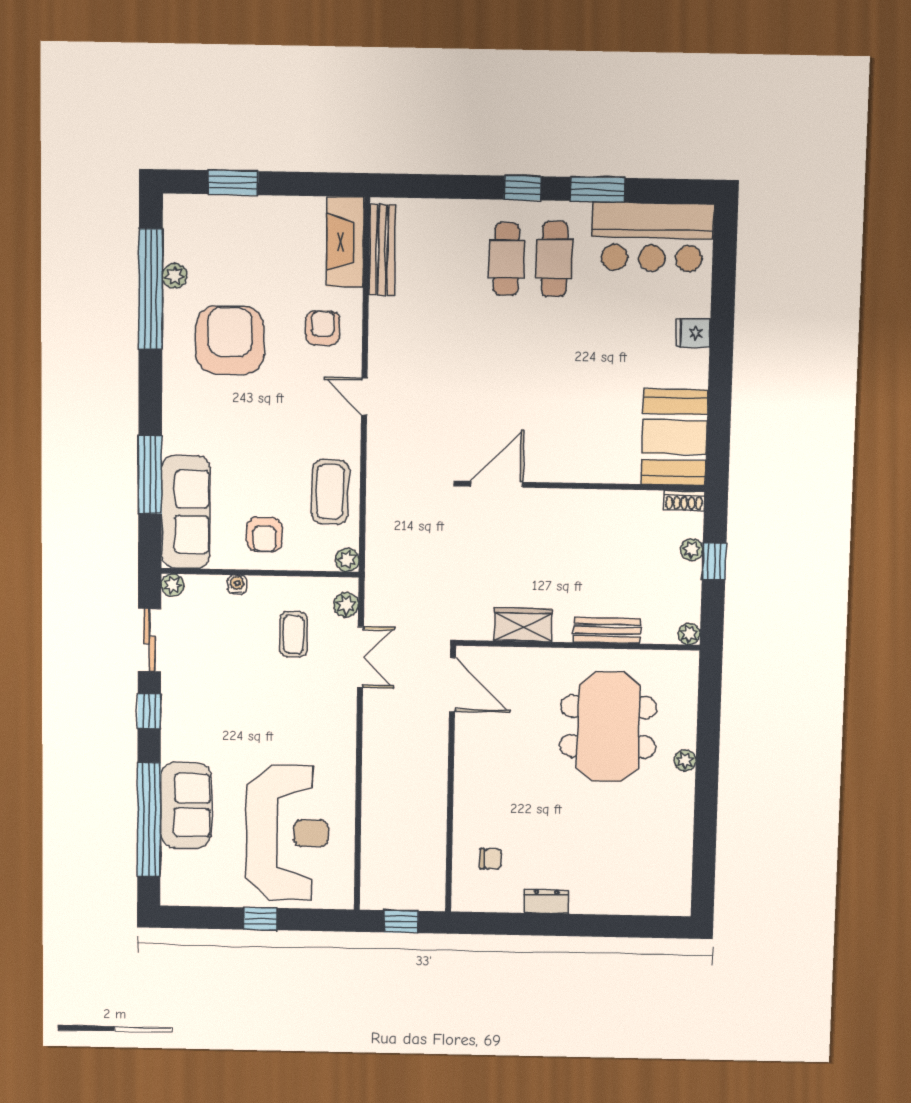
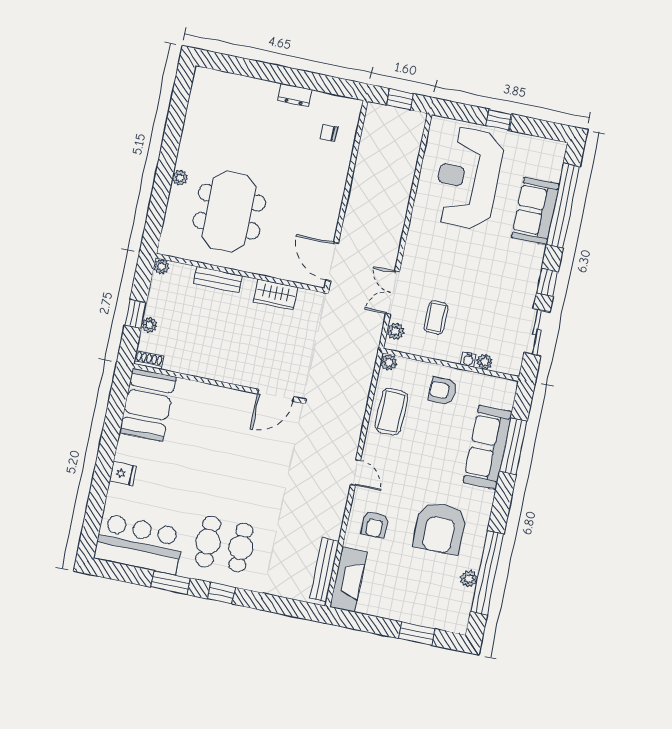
sofa: (186, 512) -> (488, 447), moved
armchair: (264, 535) -> (443, 391), turned -90
plant: (173, 585) -> (485, 362), moved

